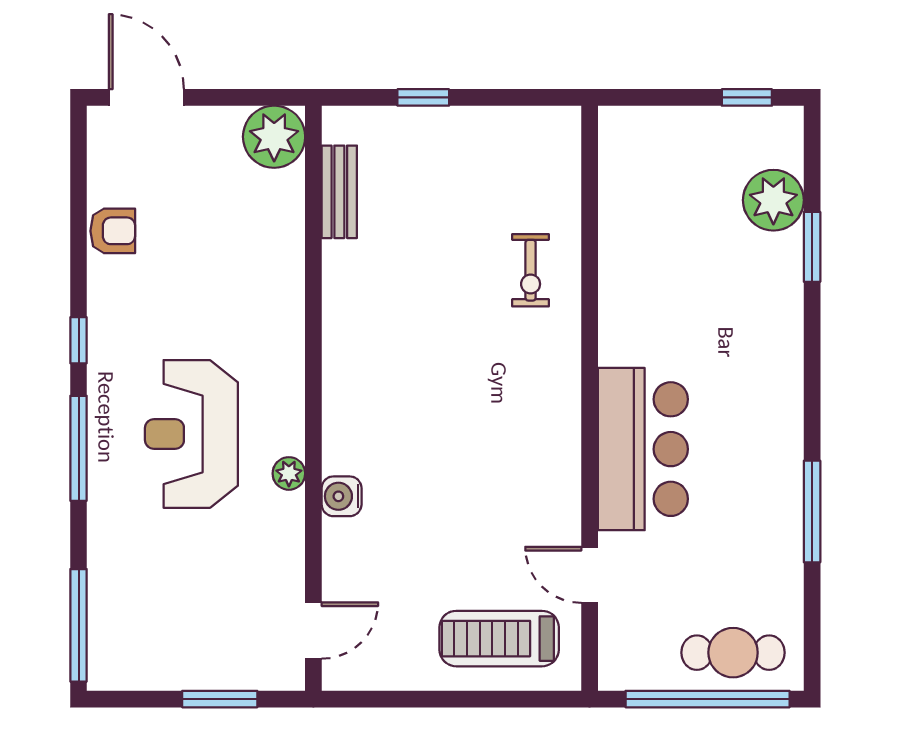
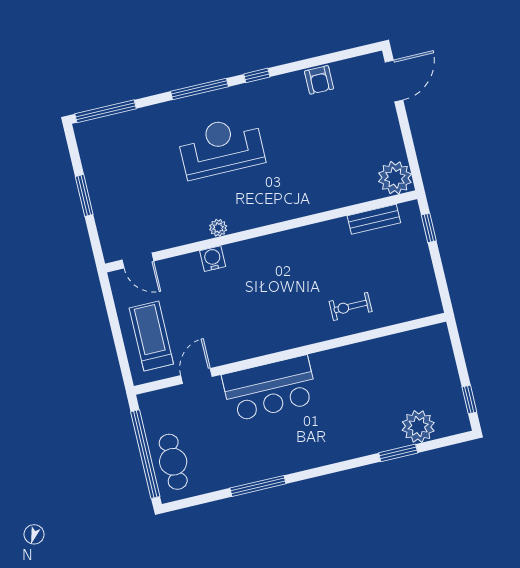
plant: (274, 137) -> (395, 178), moved
bench: (339, 192) -> (374, 219), moved
wall: (313, 398) -> (261, 231), moved
plant: (289, 473) -> (218, 228), moved
water cooler: (342, 496) -> (213, 259), moved
door: (313, 631) -> (138, 261), moved

